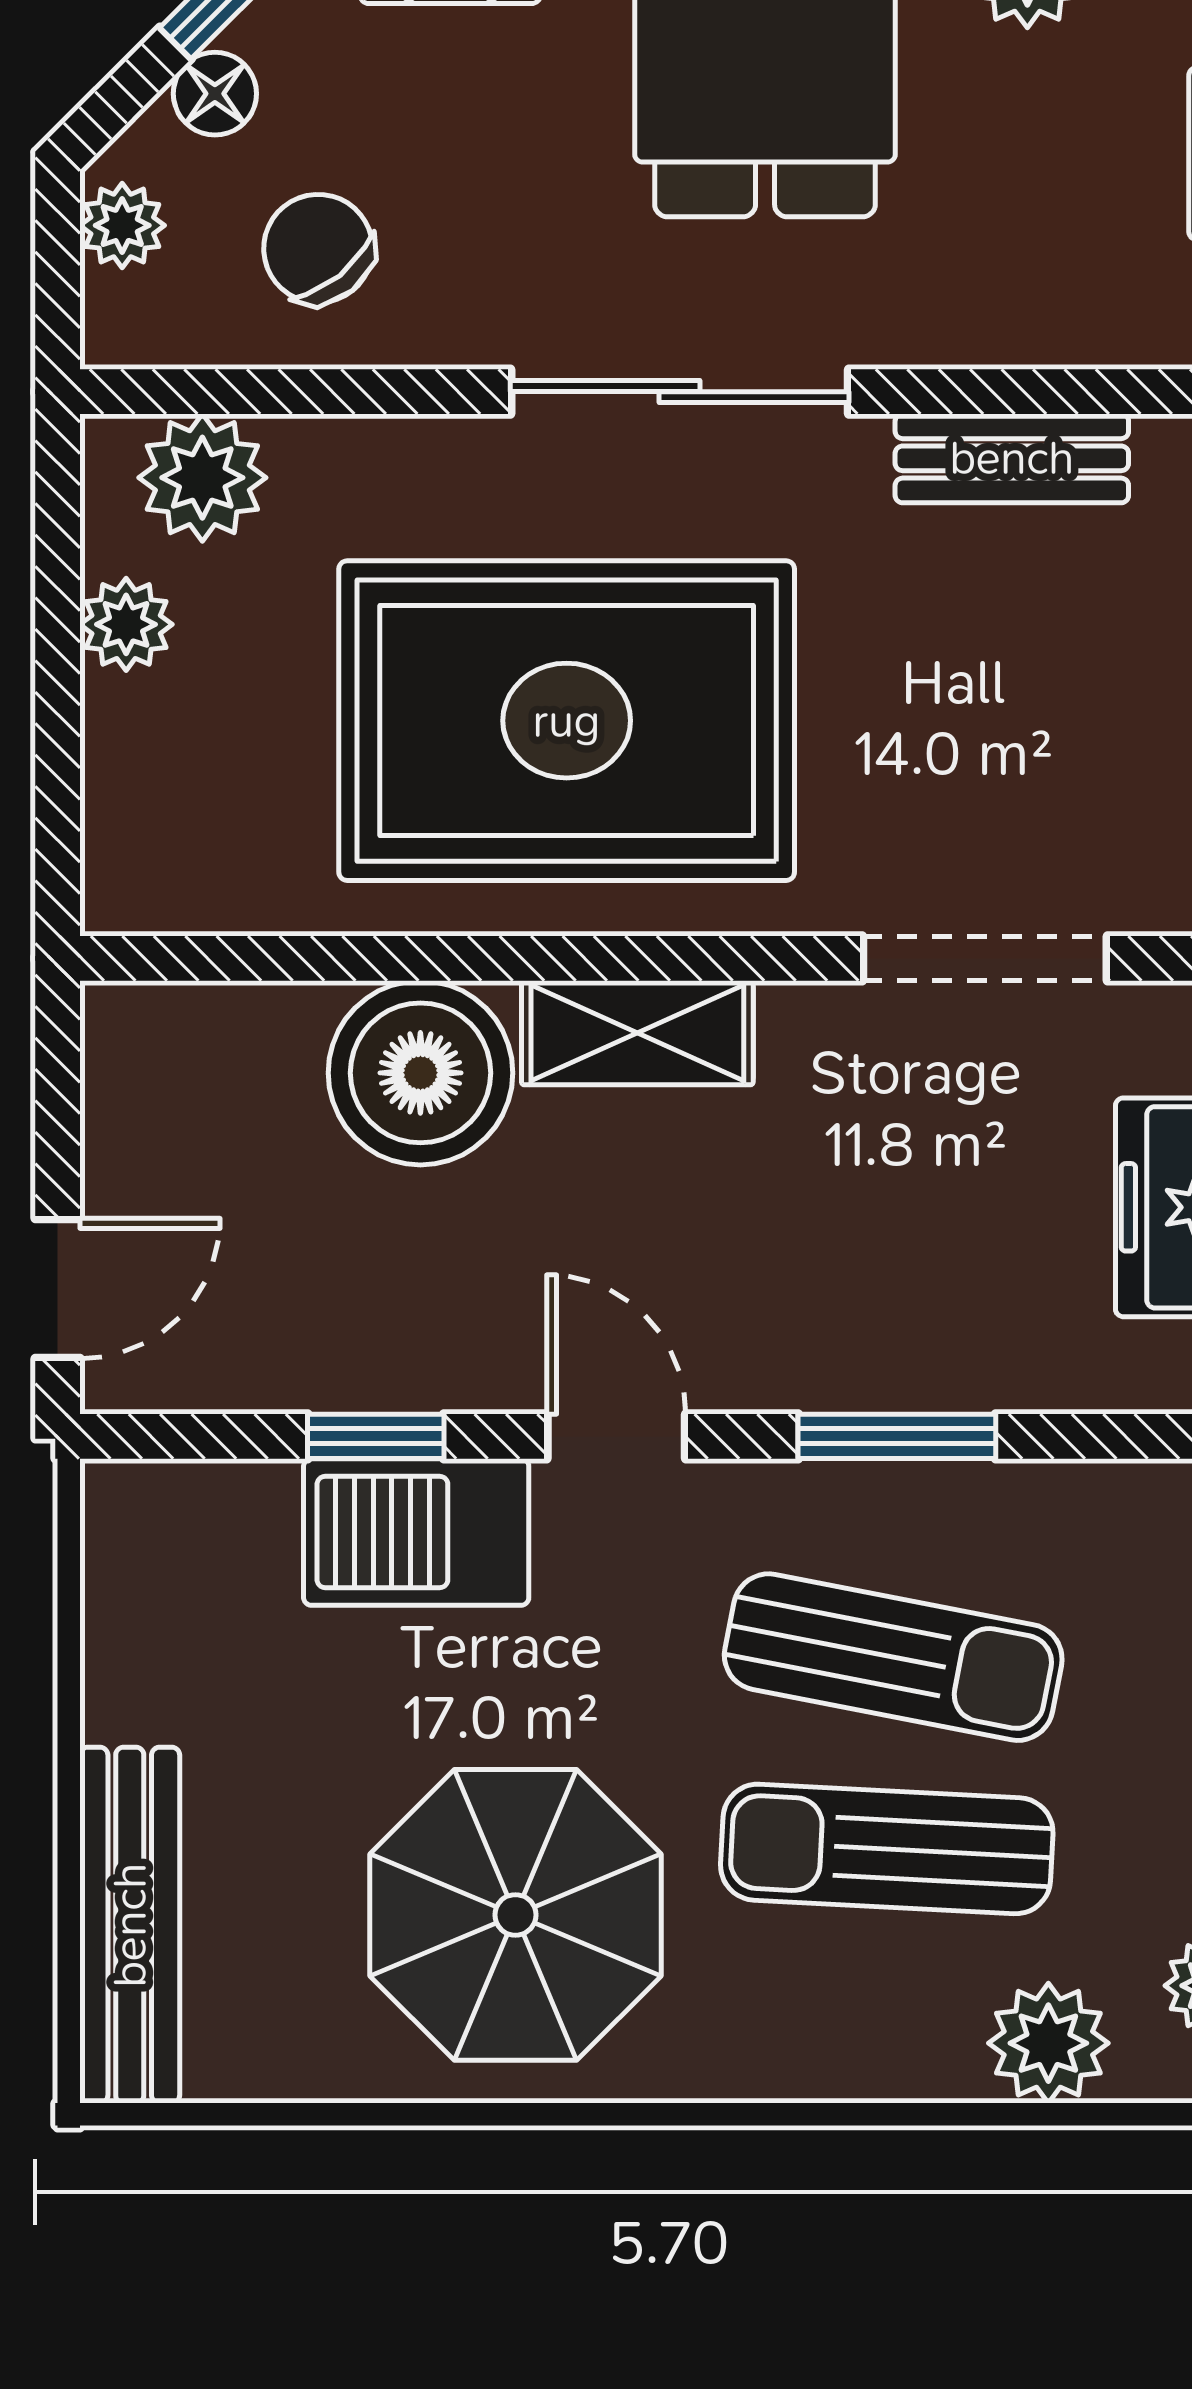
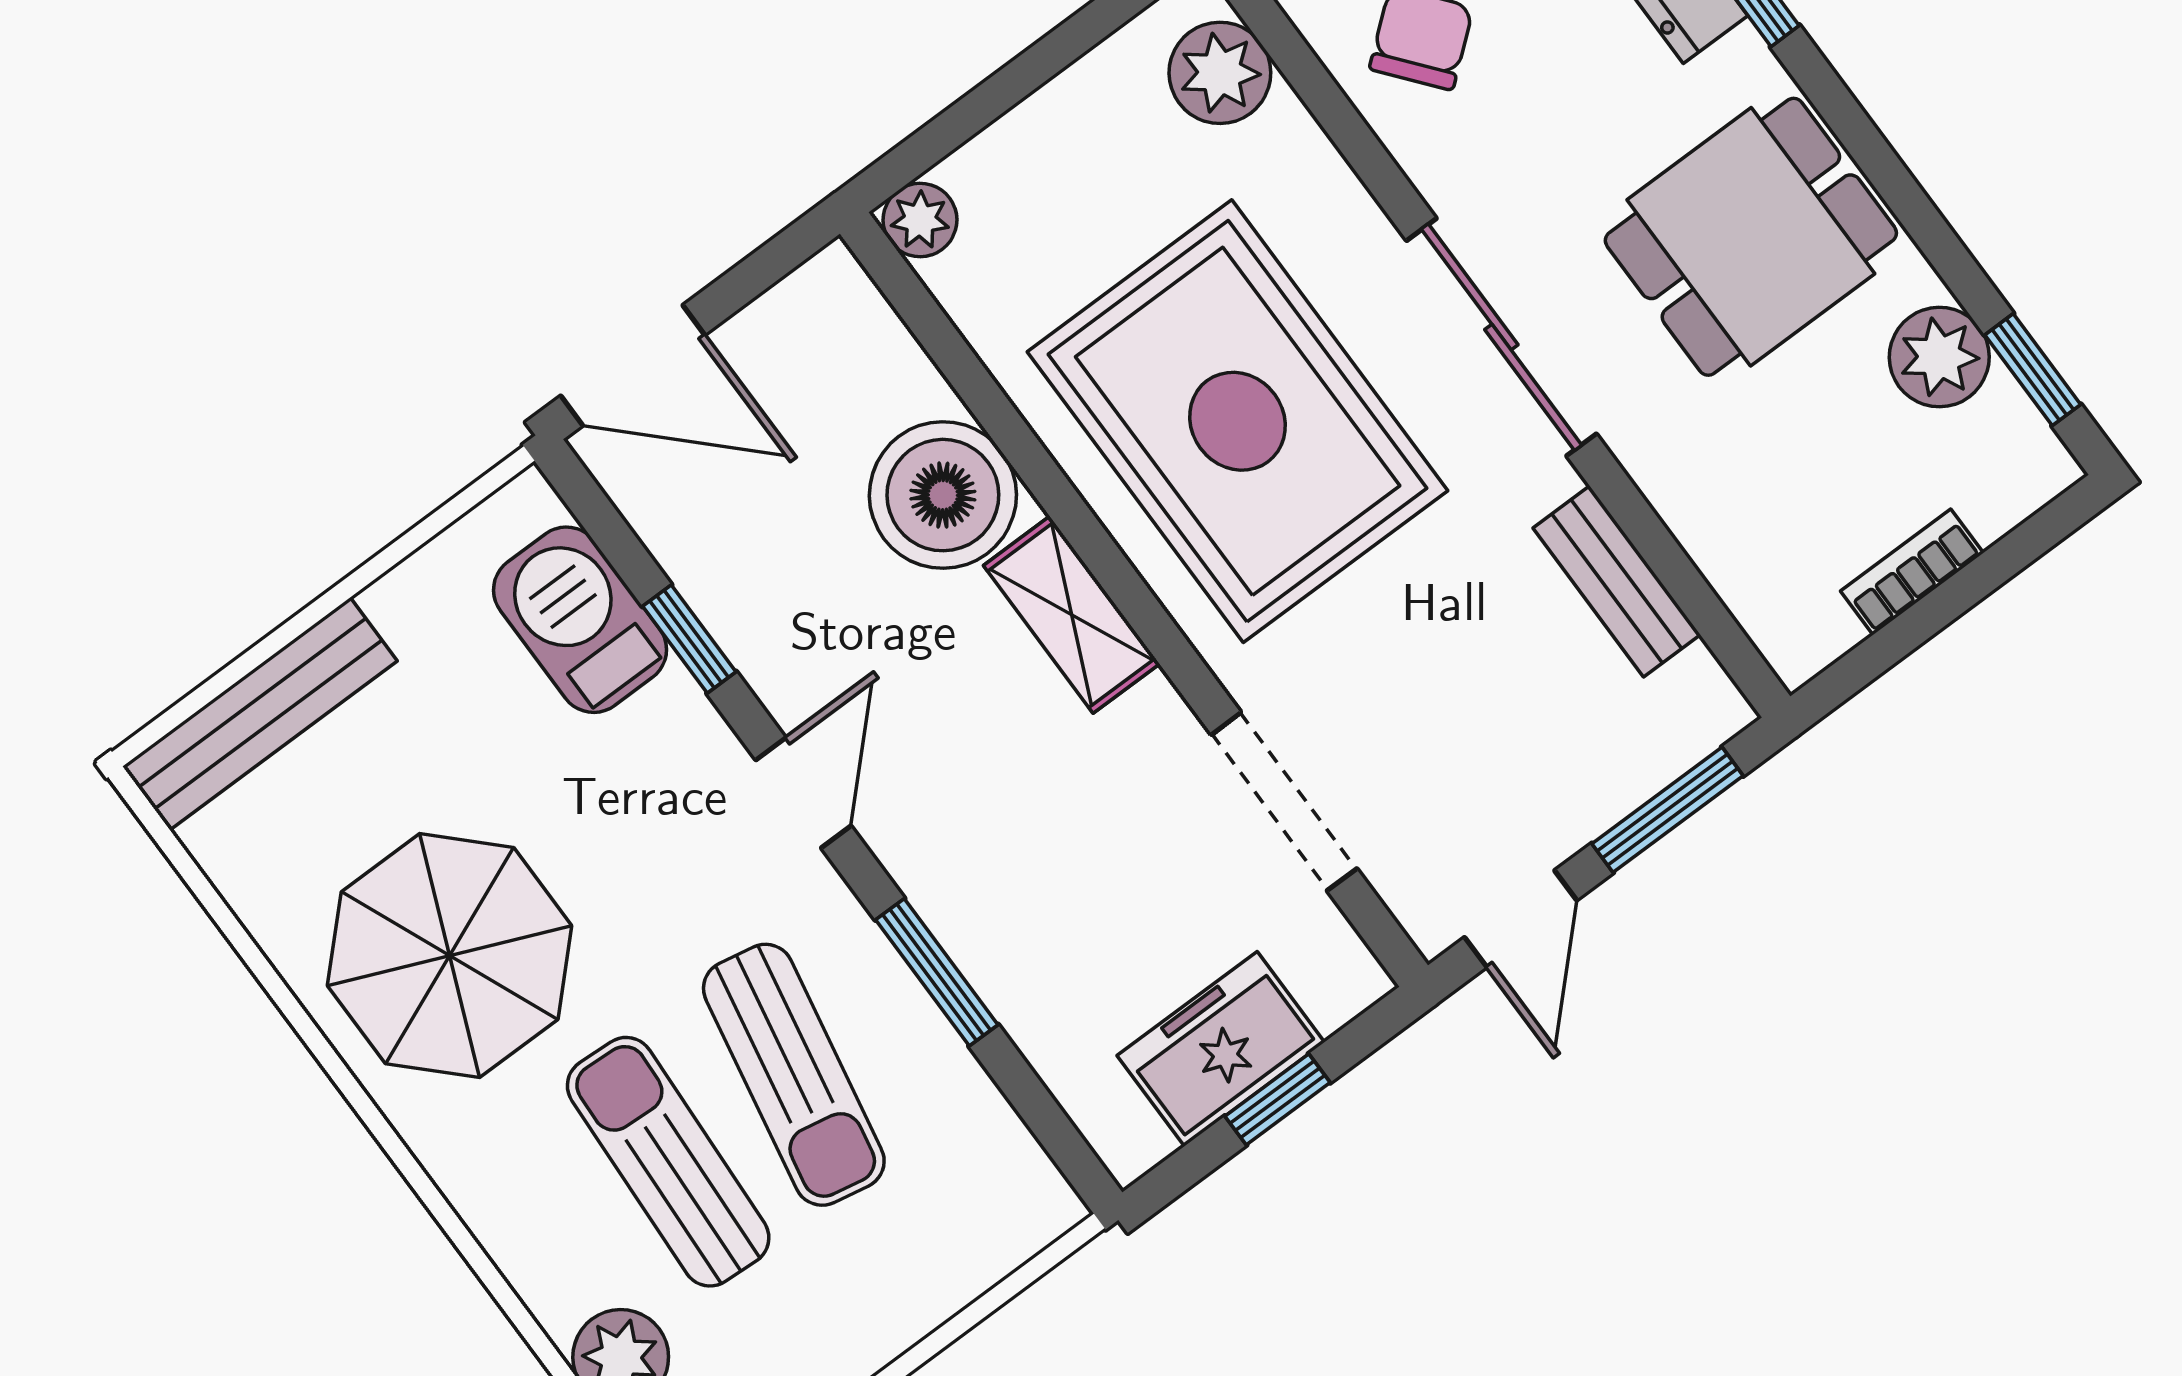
plant: (126, 624) -> (920, 220), moved
door: (58, 1288) -> (633, 365), width x1.37
barbecue: (416, 1532) -> (580, 620), moved

